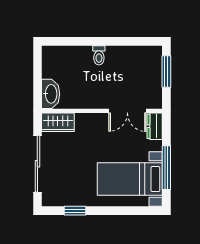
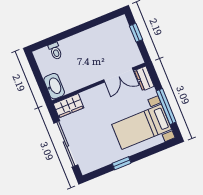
toilet: (99, 55) -> (55, 51), moved
window: (166, 72) -> (136, 33), width x0.67
window: (75, 211) -> (122, 163), moved

